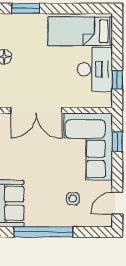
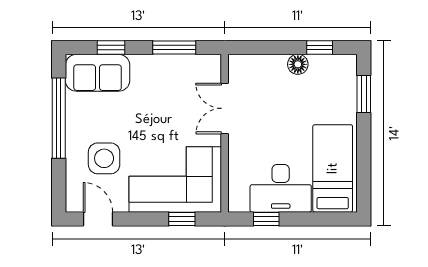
double door: (36, 110) -> (225, 108), width x0.73
side table: (73, 199) -> (104, 158), width x1.87, depth x1.87

